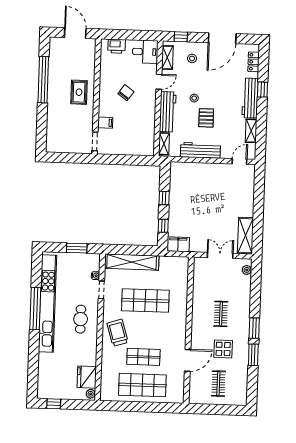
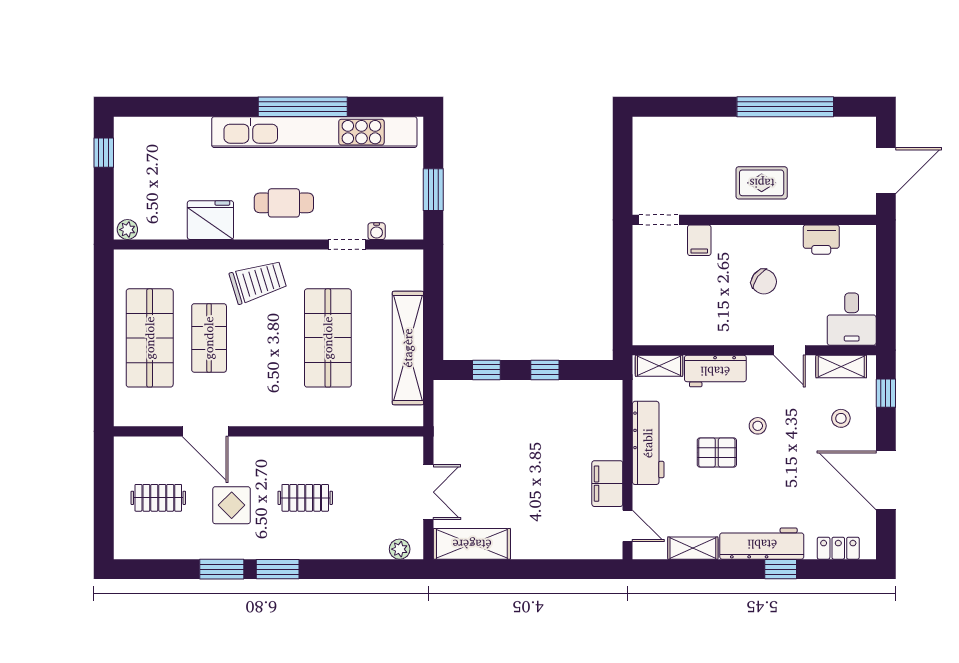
printer: (117, 46) -> (821, 240), moved, turned -90
workbench: (168, 112) -> (715, 371), width x0.73
filing cabinet: (178, 244) -> (607, 484), moved, turned 180
shelving: (132, 262) -> (408, 348), moved
fridge: (87, 377) -> (210, 220), moved

